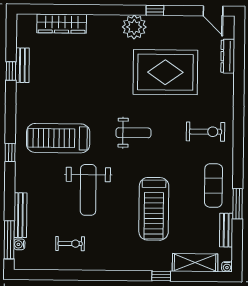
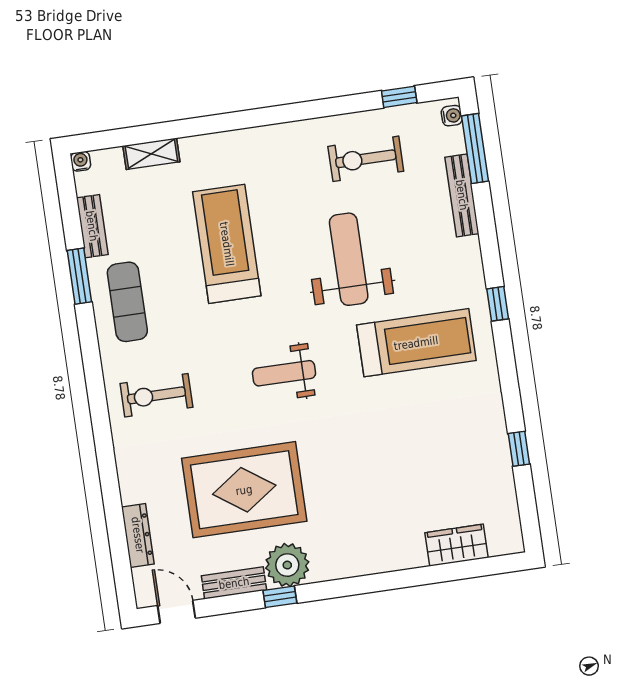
wardrobe: (62, 24) -> (457, 545), width x0.67
plant: (134, 27) -> (287, 565), moved
bench: (22, 65) -> (234, 583), moved, turned 90
water cooler: (19, 244) -> (452, 116), moved
exercise bike: (70, 244) -> (366, 159), width x1.38, depth x1.39
shelving: (195, 263) -> (151, 154), width x0.67, depth x0.75
window: (161, 276) -> (399, 97), moved

